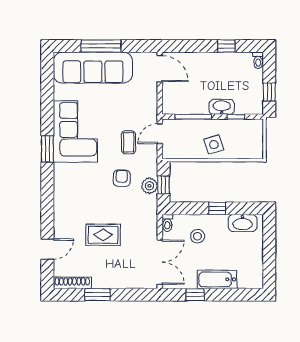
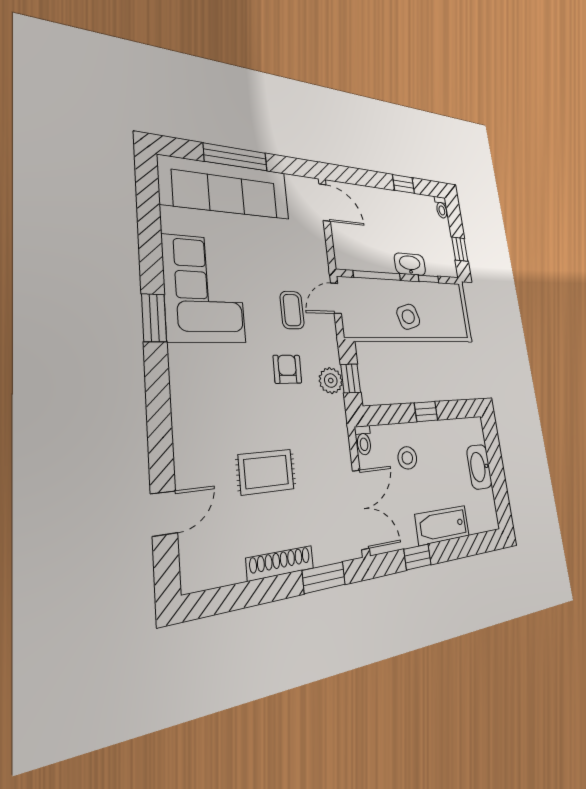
washbasin: (243, 223) -> (479, 467), moved, turned 90
shoe rack: (72, 283) -> (280, 563), moved
window: (97, 295) -> (324, 578), moved

